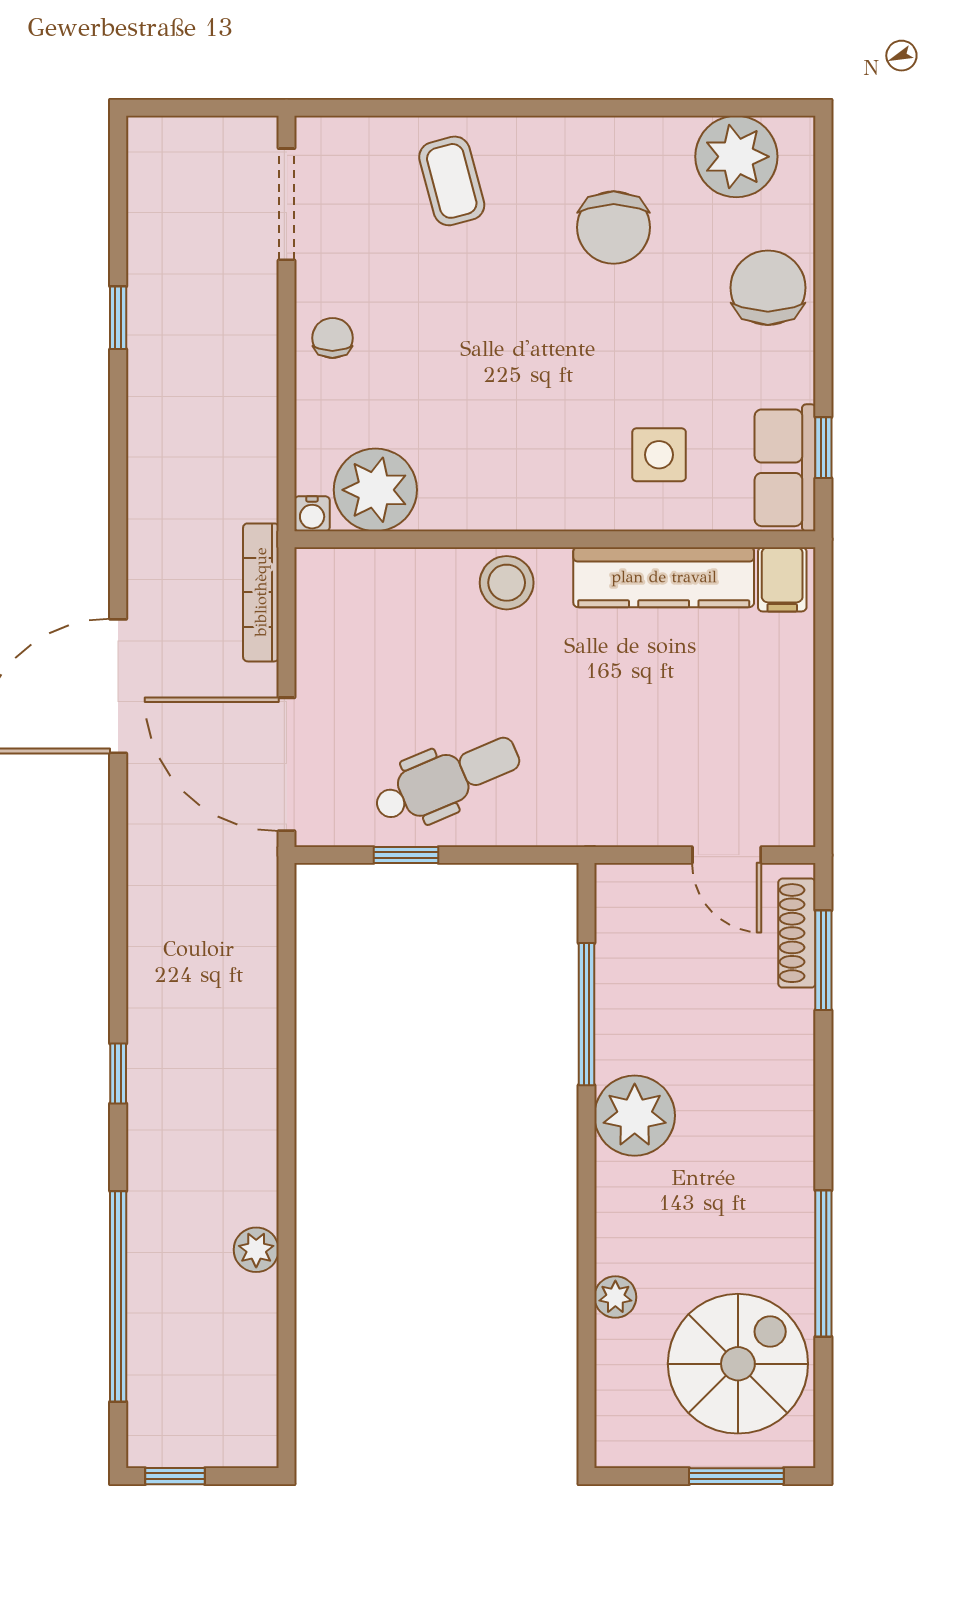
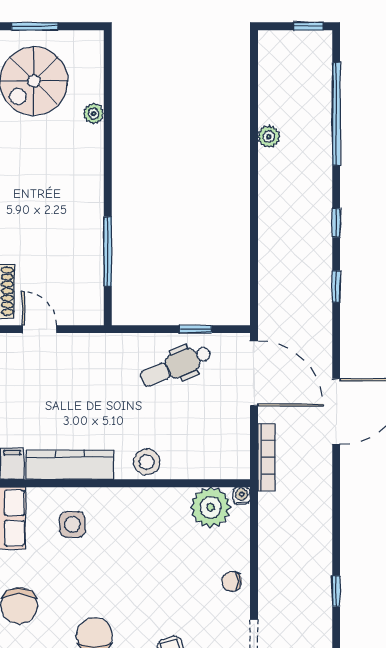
chair: (332, 338) -> (232, 581), turned 90
window: (118, 942) -> (336, 287), added
plant: (635, 1116) -> (84, 202), removed

